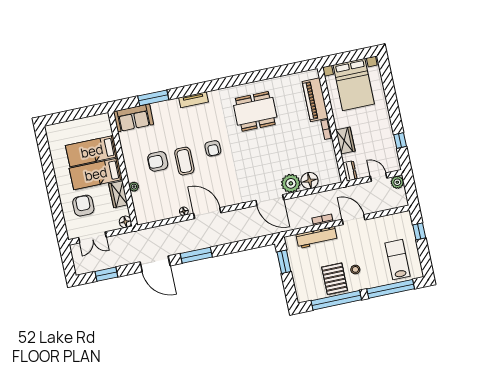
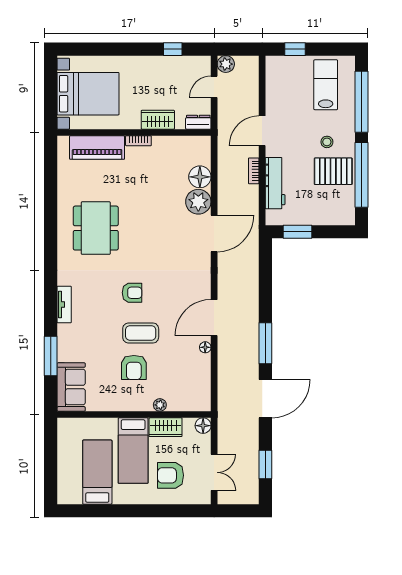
bed: (92, 151) -> (97, 472), moved, turned 180
lab bench: (398, 260) -> (326, 85), turned 90

